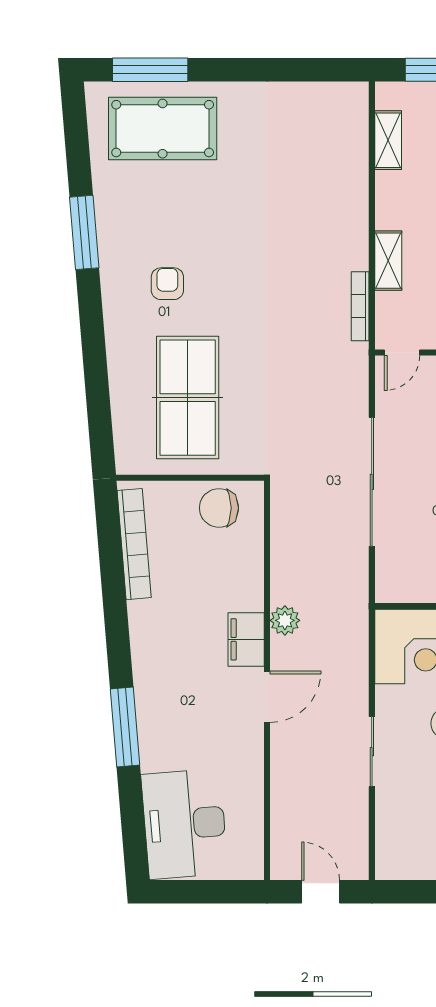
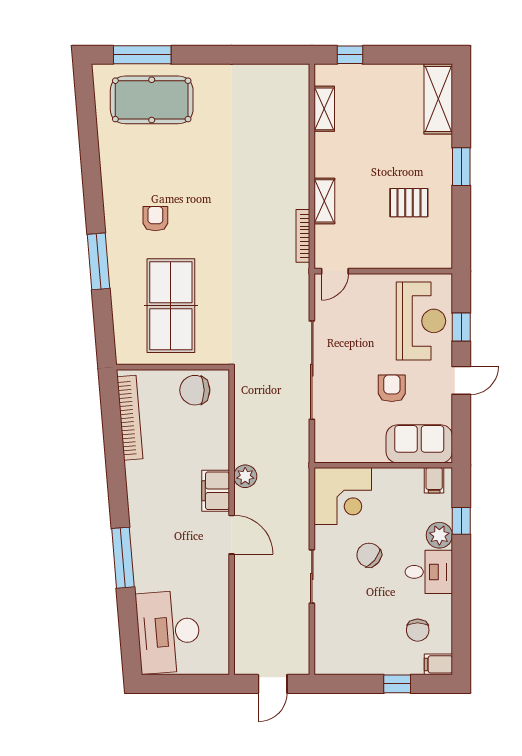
window: (84, 232) -> (99, 261), moved
door: (267, 697) -> (232, 535), hinge flipped
door: (321, 892) -> (273, 684), swing flipped

